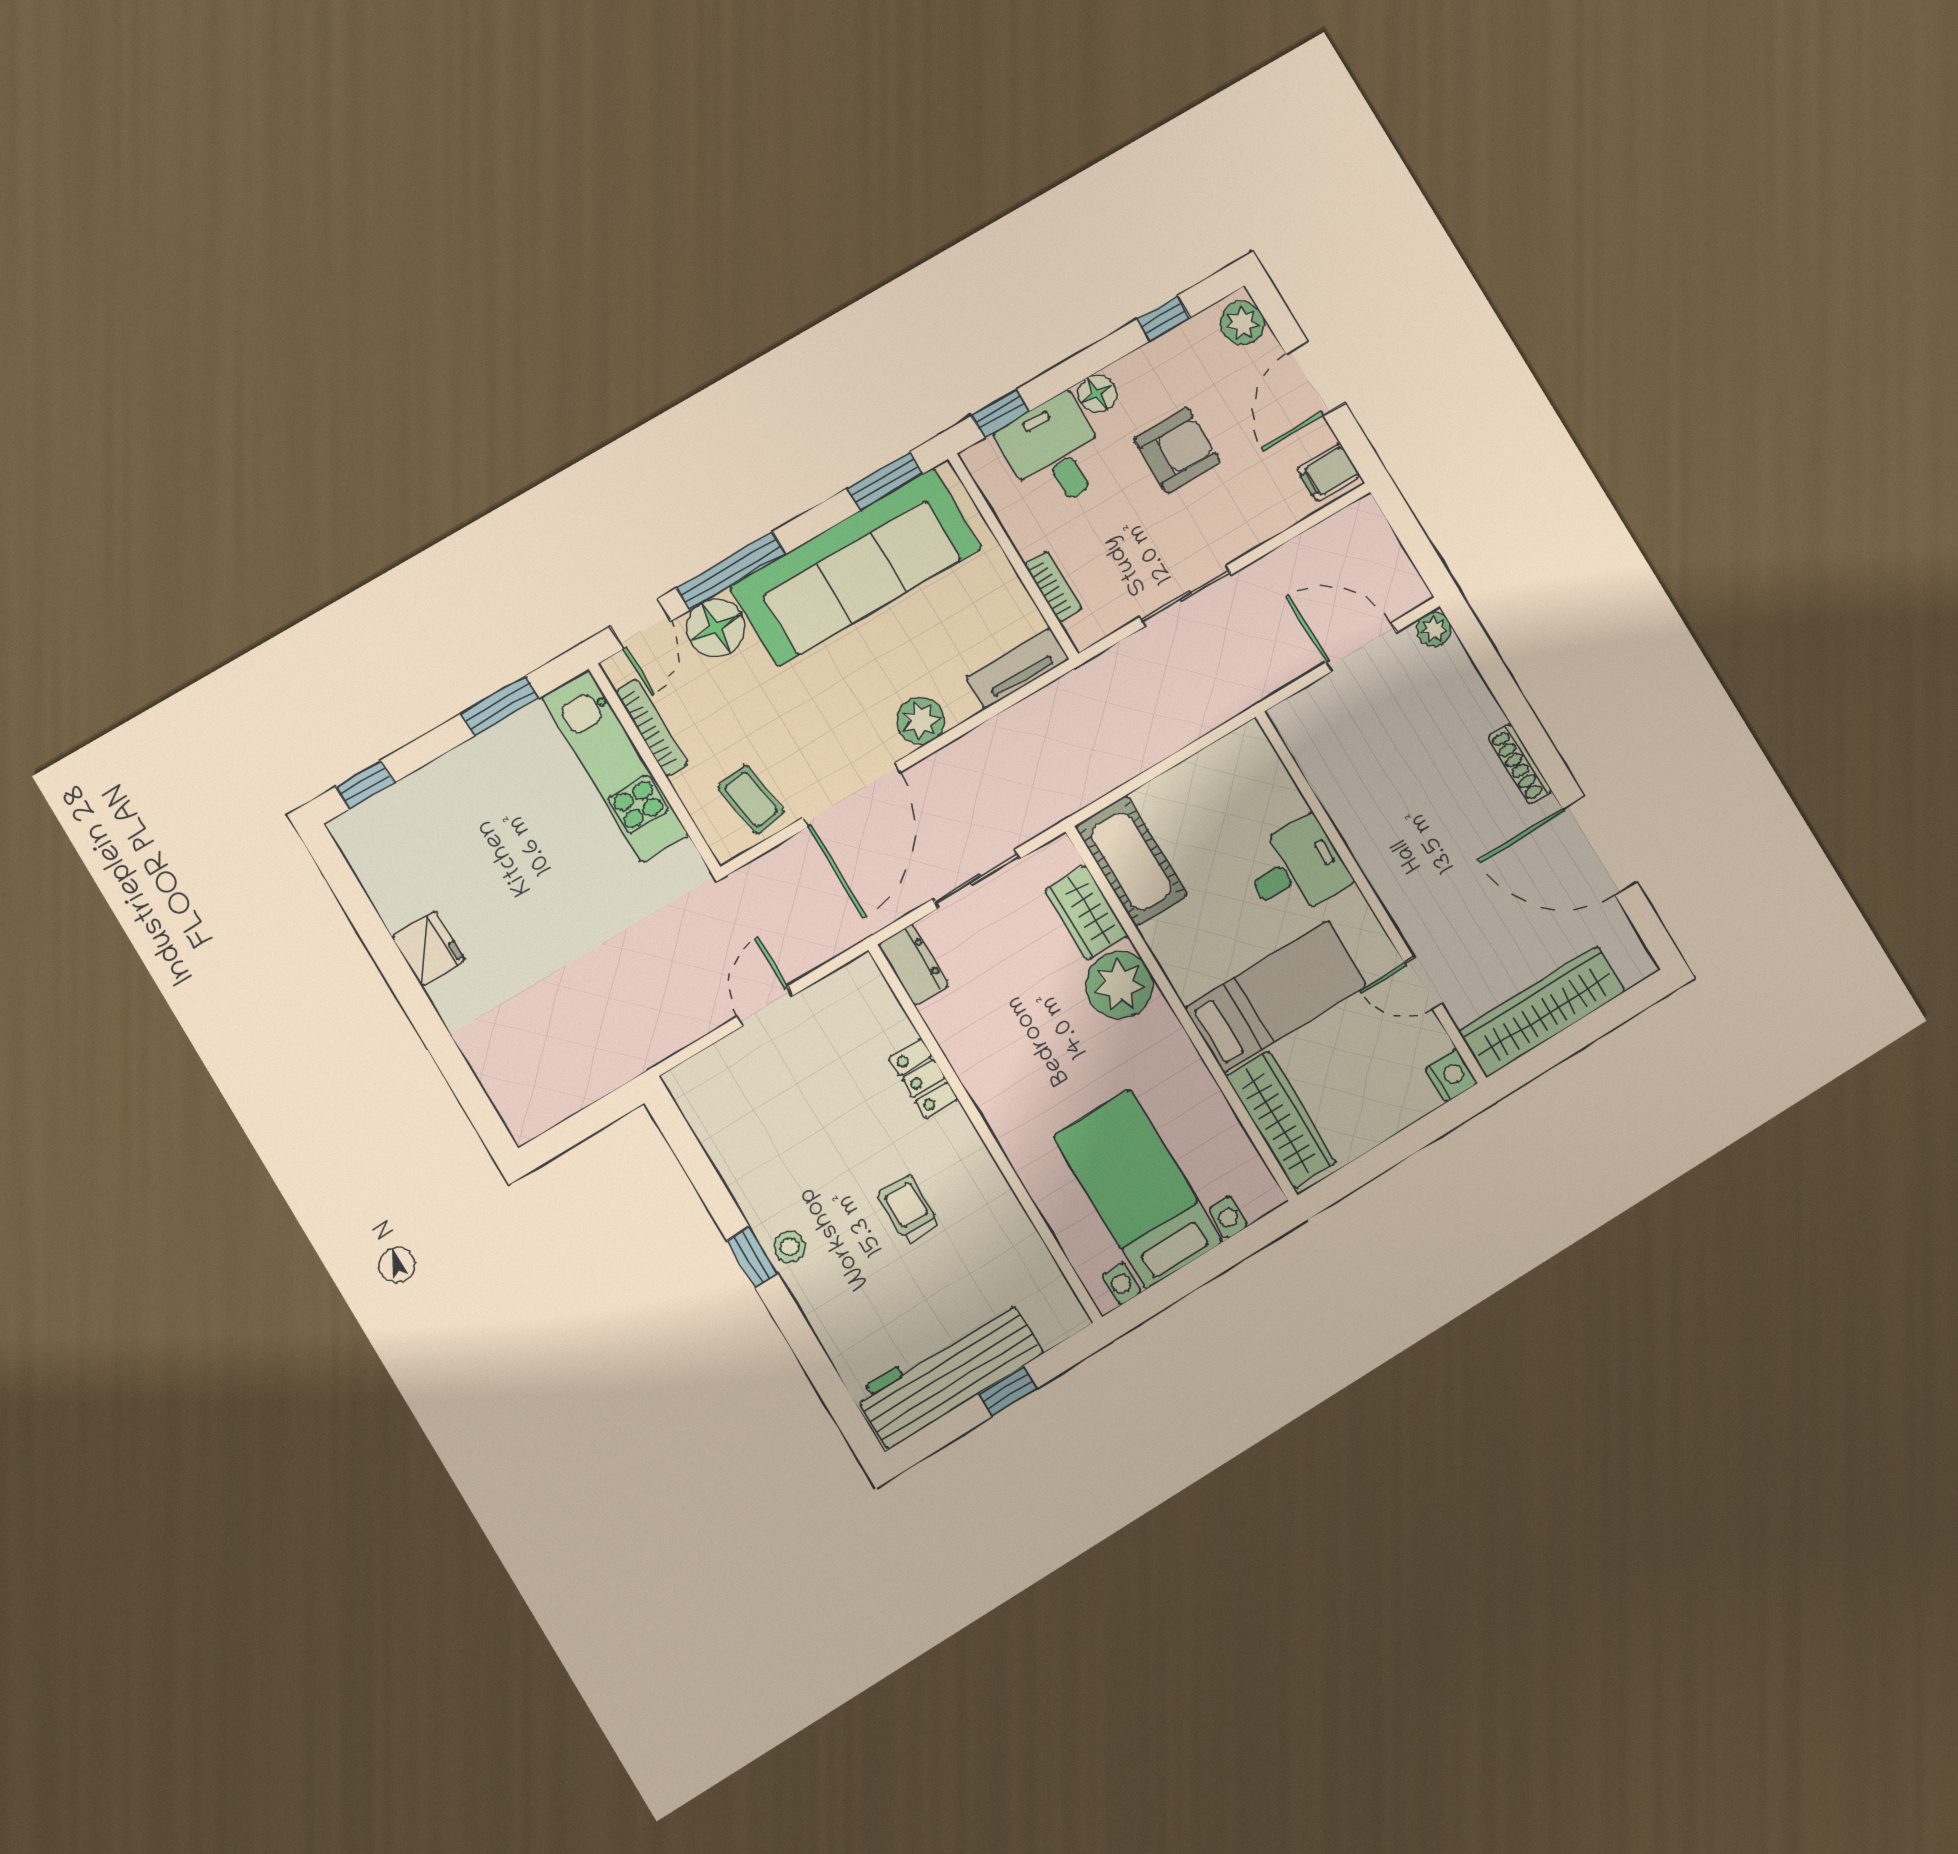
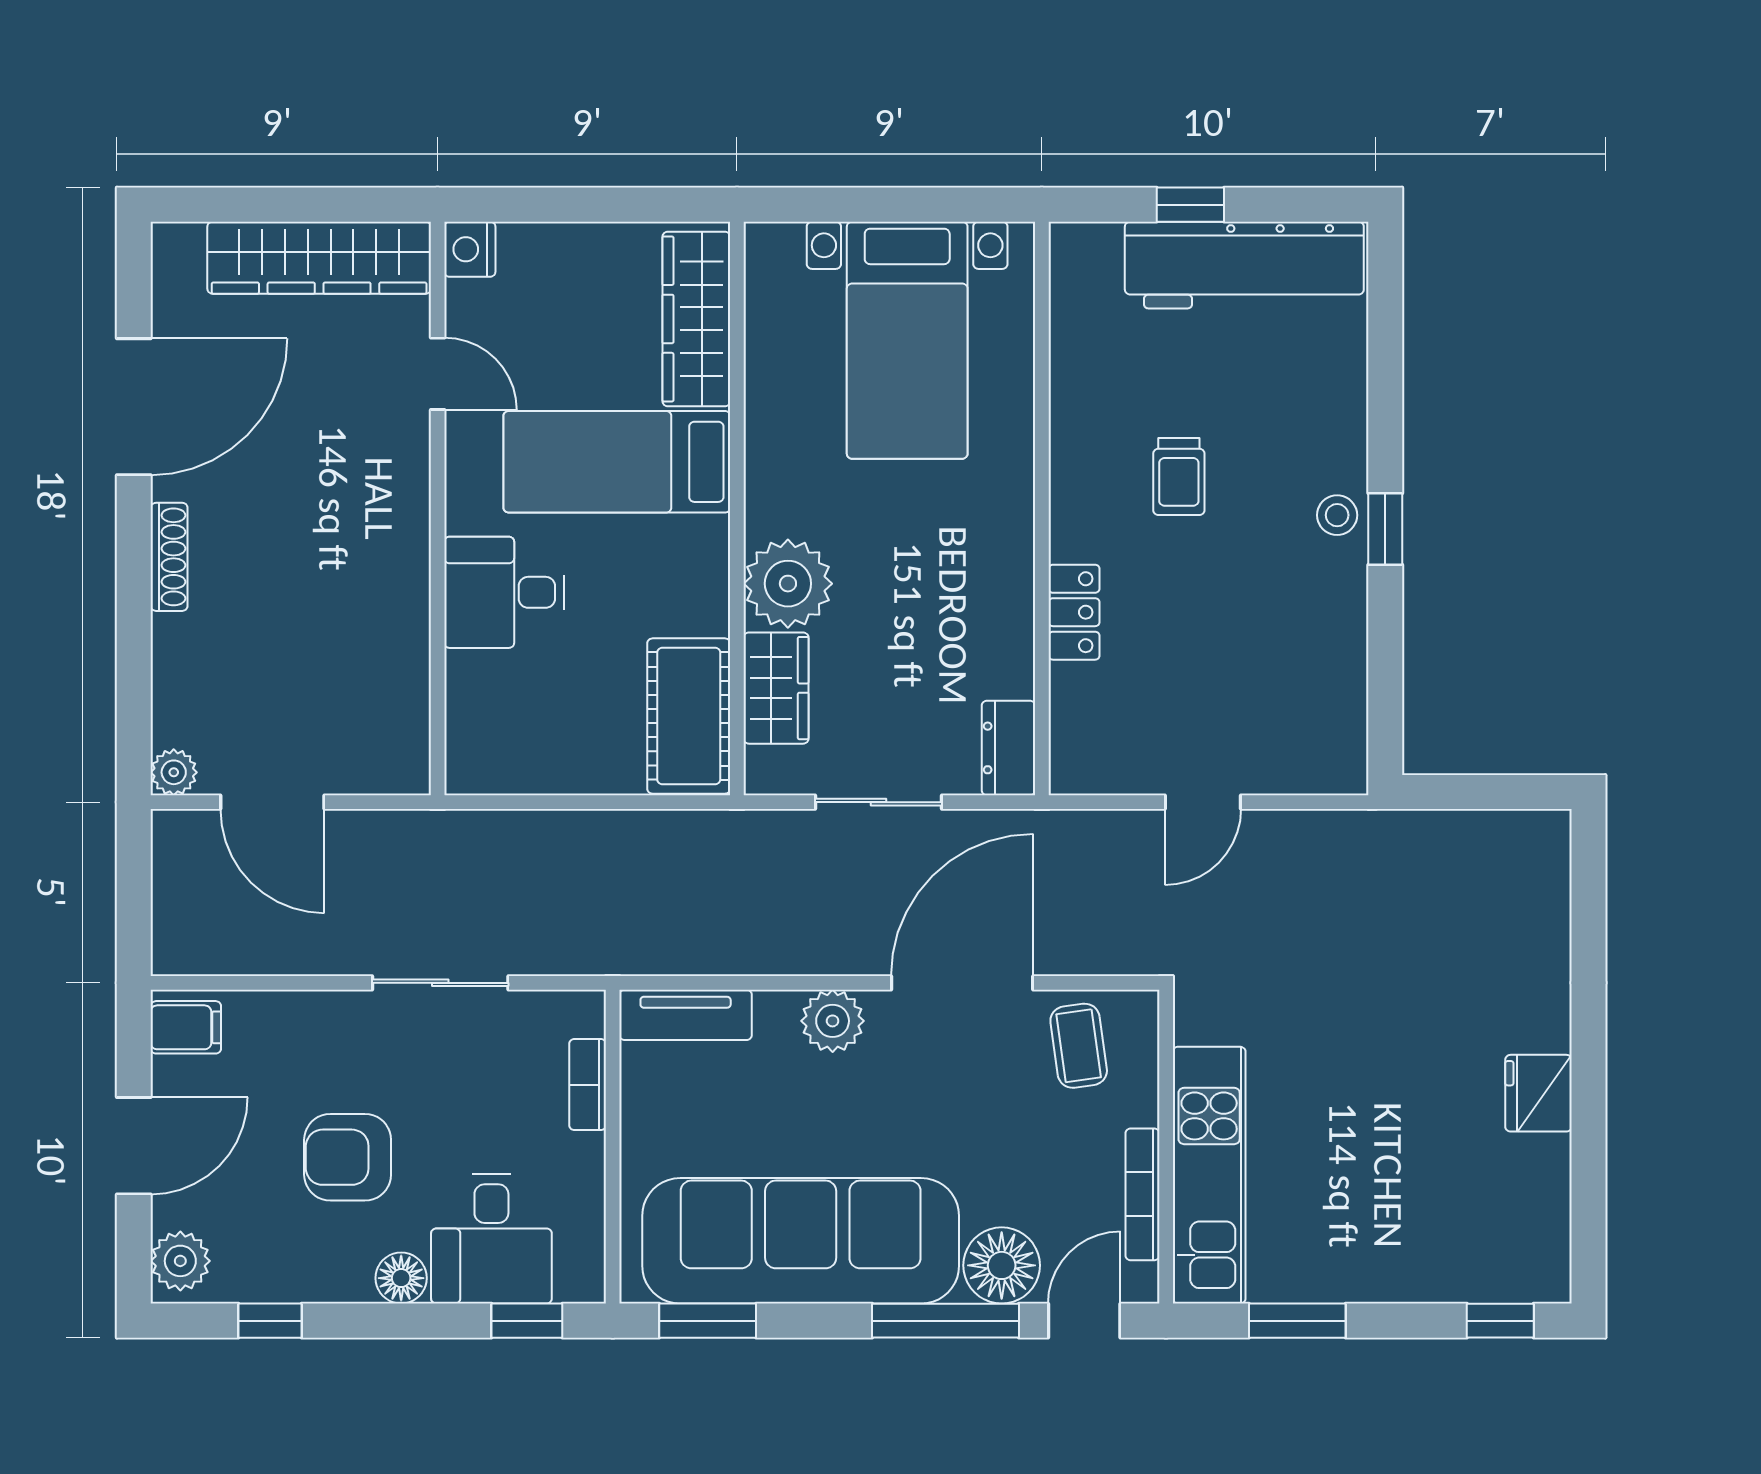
door: (1600, 846) -> (134, 407), hinge flipped

